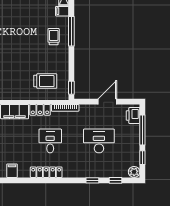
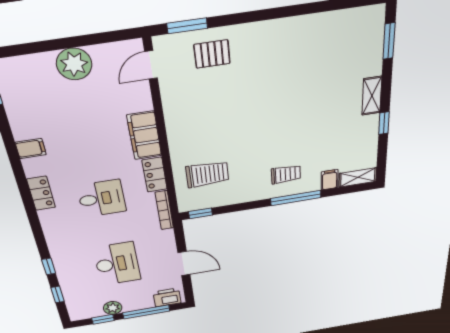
trolley: (45, 81) -> (207, 174), turned -90
locker: (46, 172) -> (41, 193), width x0.66
plant: (134, 172) -> (113, 308), moved

